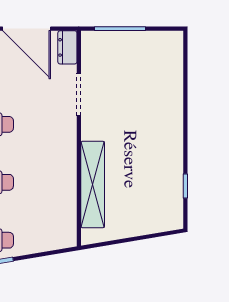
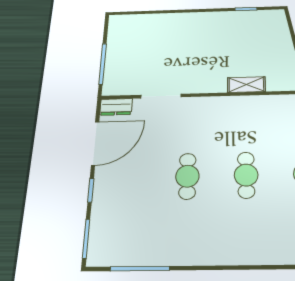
shelving: (93, 184) -> (246, 85), width x0.45, depth x0.75

